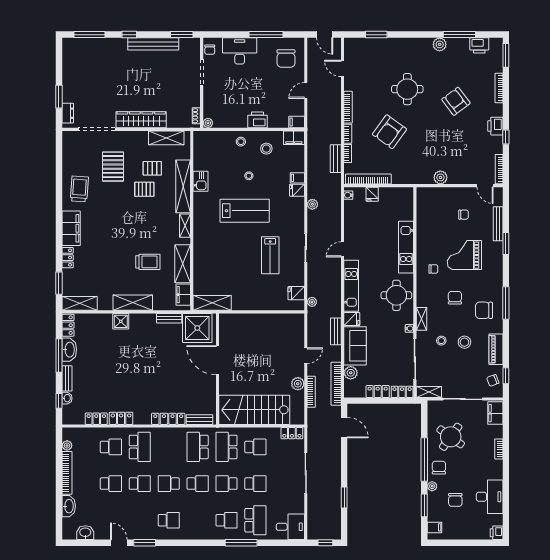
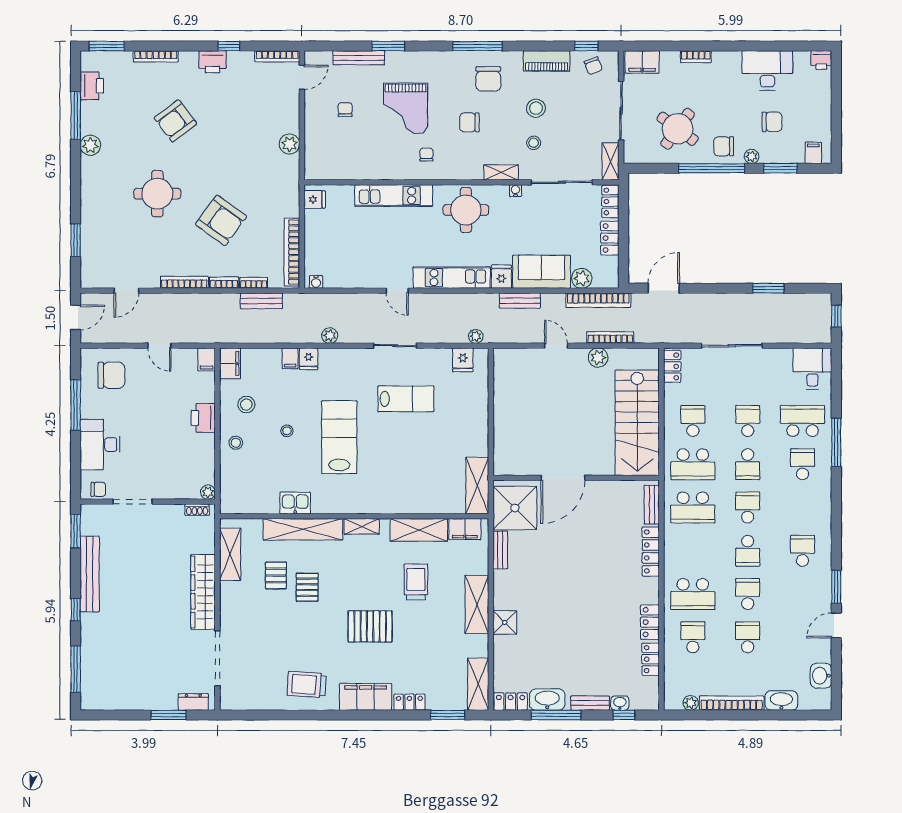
pallet: (113, 167) -> (370, 626), moved
fridge: (372, 194) -> (315, 199), moved
school desk: (140, 447) -> (693, 594), turned 180

